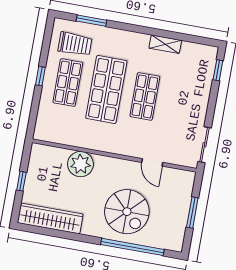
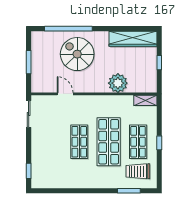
shelving: (165, 44) -> (145, 100), moved

